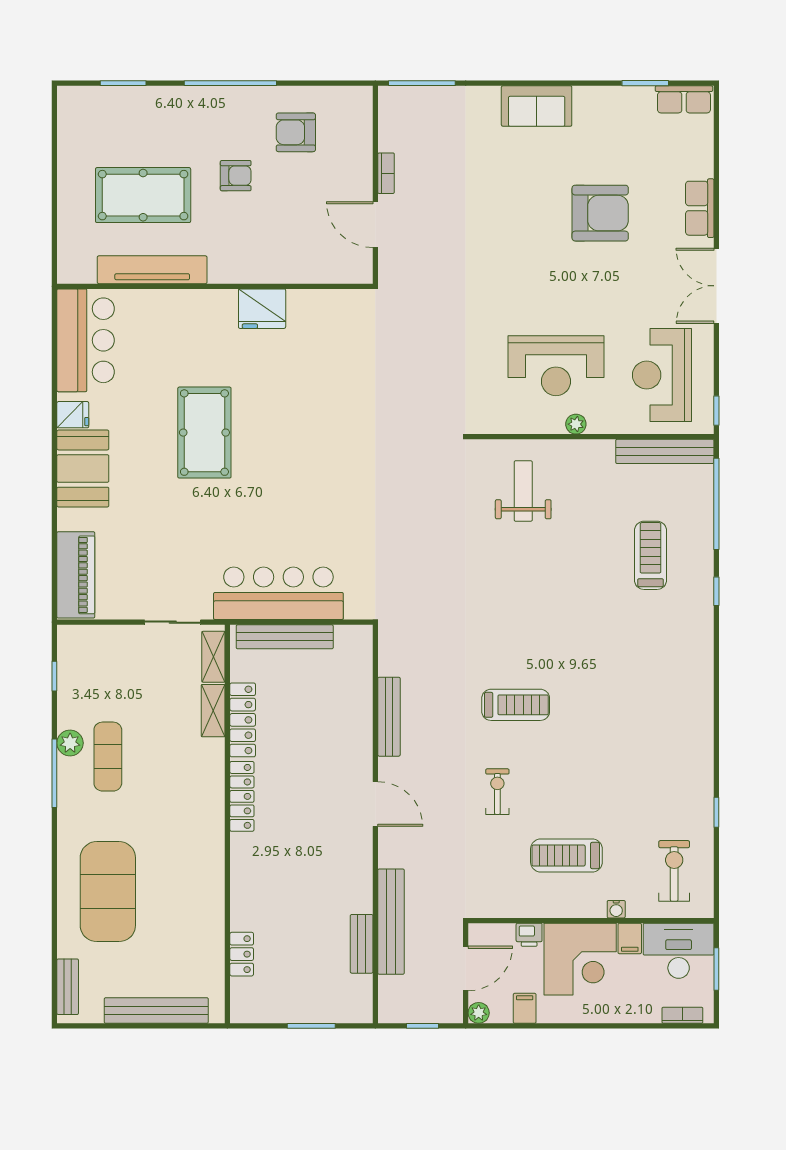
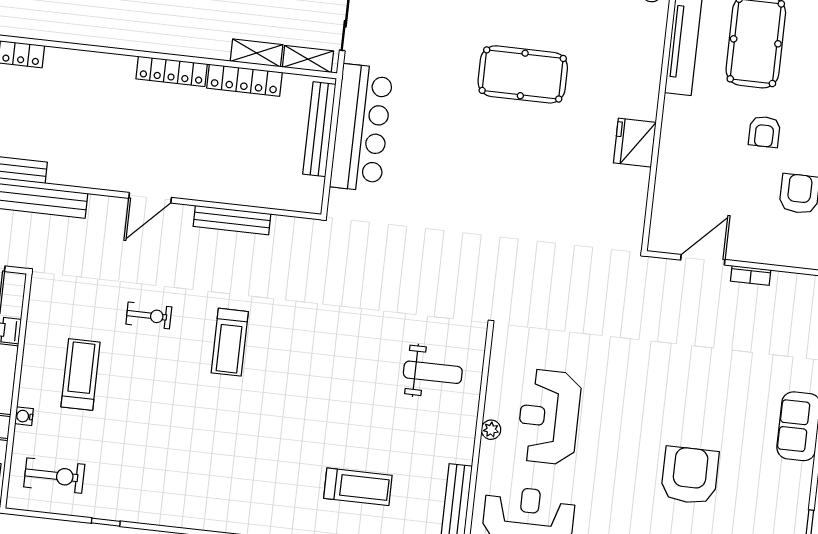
armchair: (600, 213) -> (690, 475), turned 180

